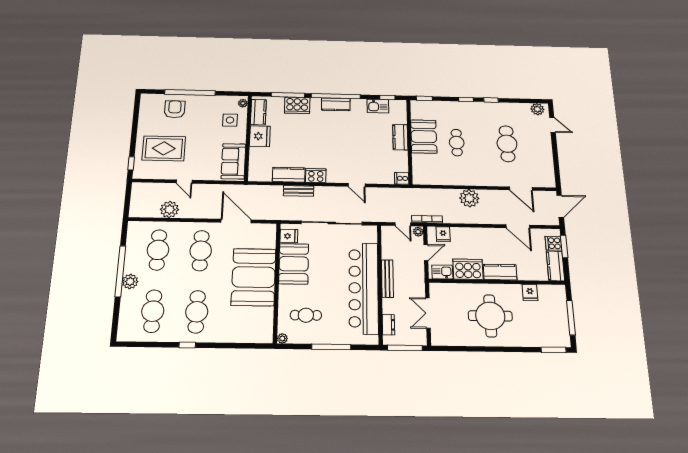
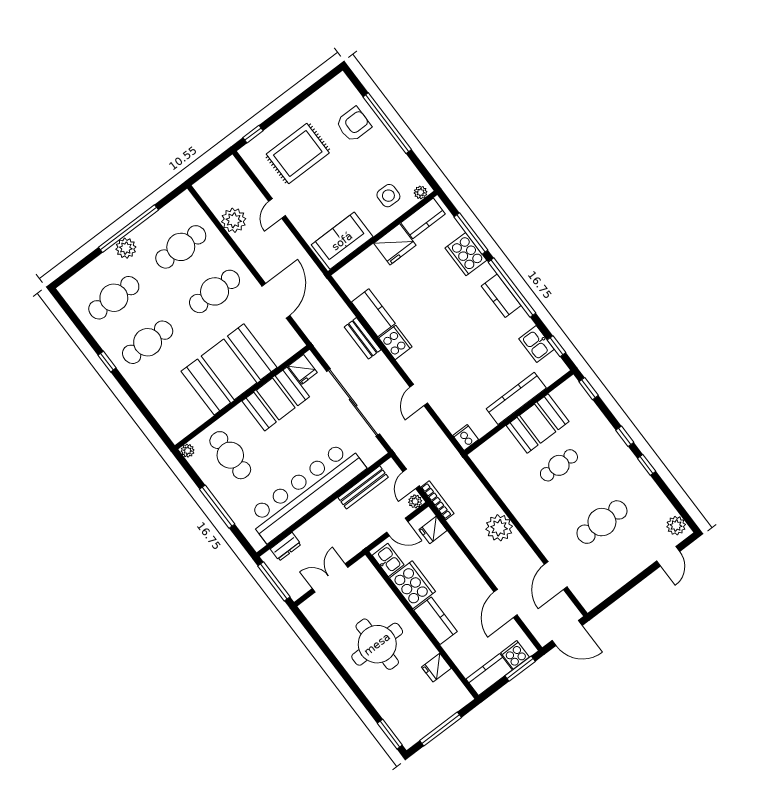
kitchen counter: (400, 137) -> (516, 398), width x1.50
rug: (164, 148) -> (298, 153), turned 90
bench: (387, 279) -> (363, 487), moved
cafe table: (306, 315) -> (230, 455), width x1.37, depth x1.35

